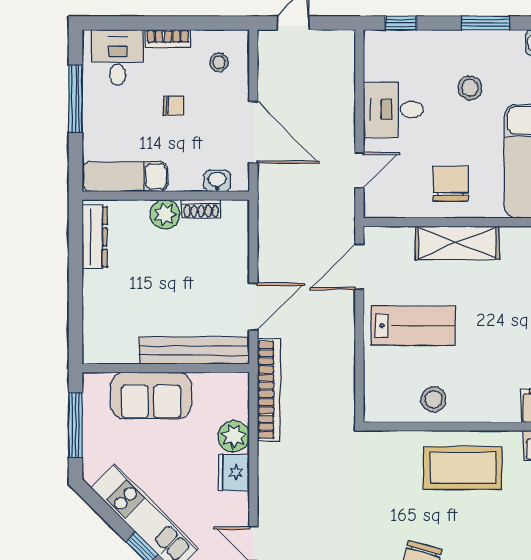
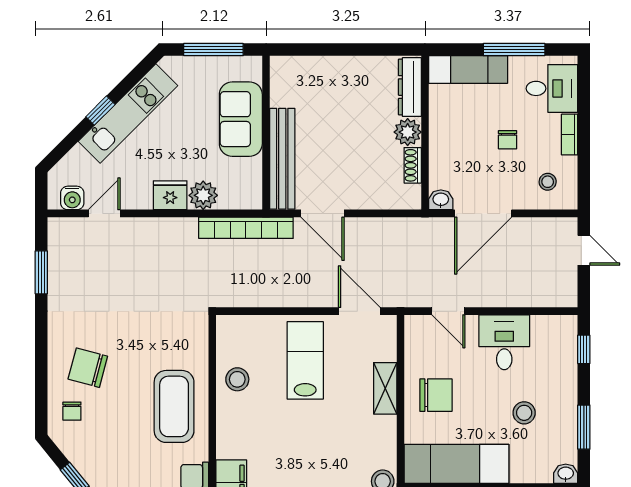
exam couch: (125, 177) -> (468, 70), moved, turned 90
washbasin: (217, 181) -> (441, 200), moved, turned -90
dresser: (95, 237) -> (410, 87), moved, turned 90
shelving: (457, 243) -> (385, 388), width x0.67, depth x0.75
lab bench: (413, 326) -> (305, 360), turned 180

